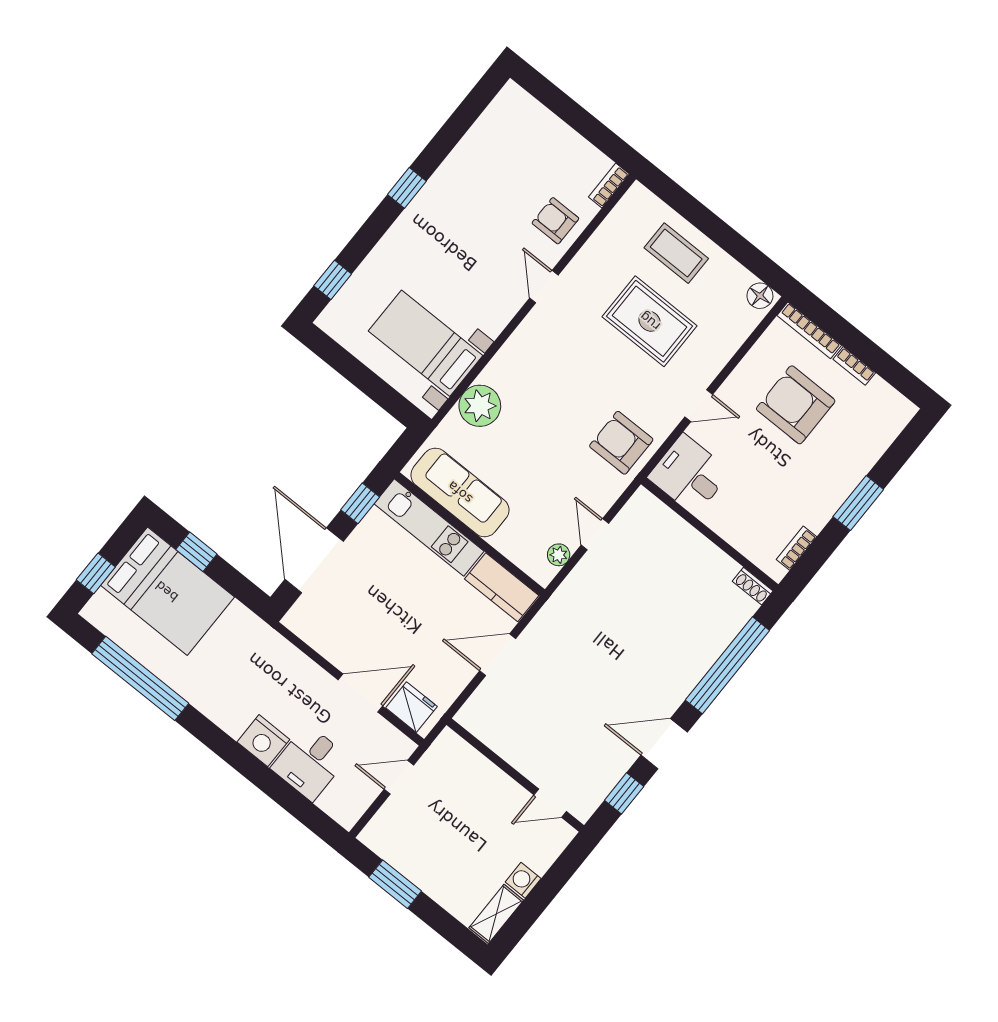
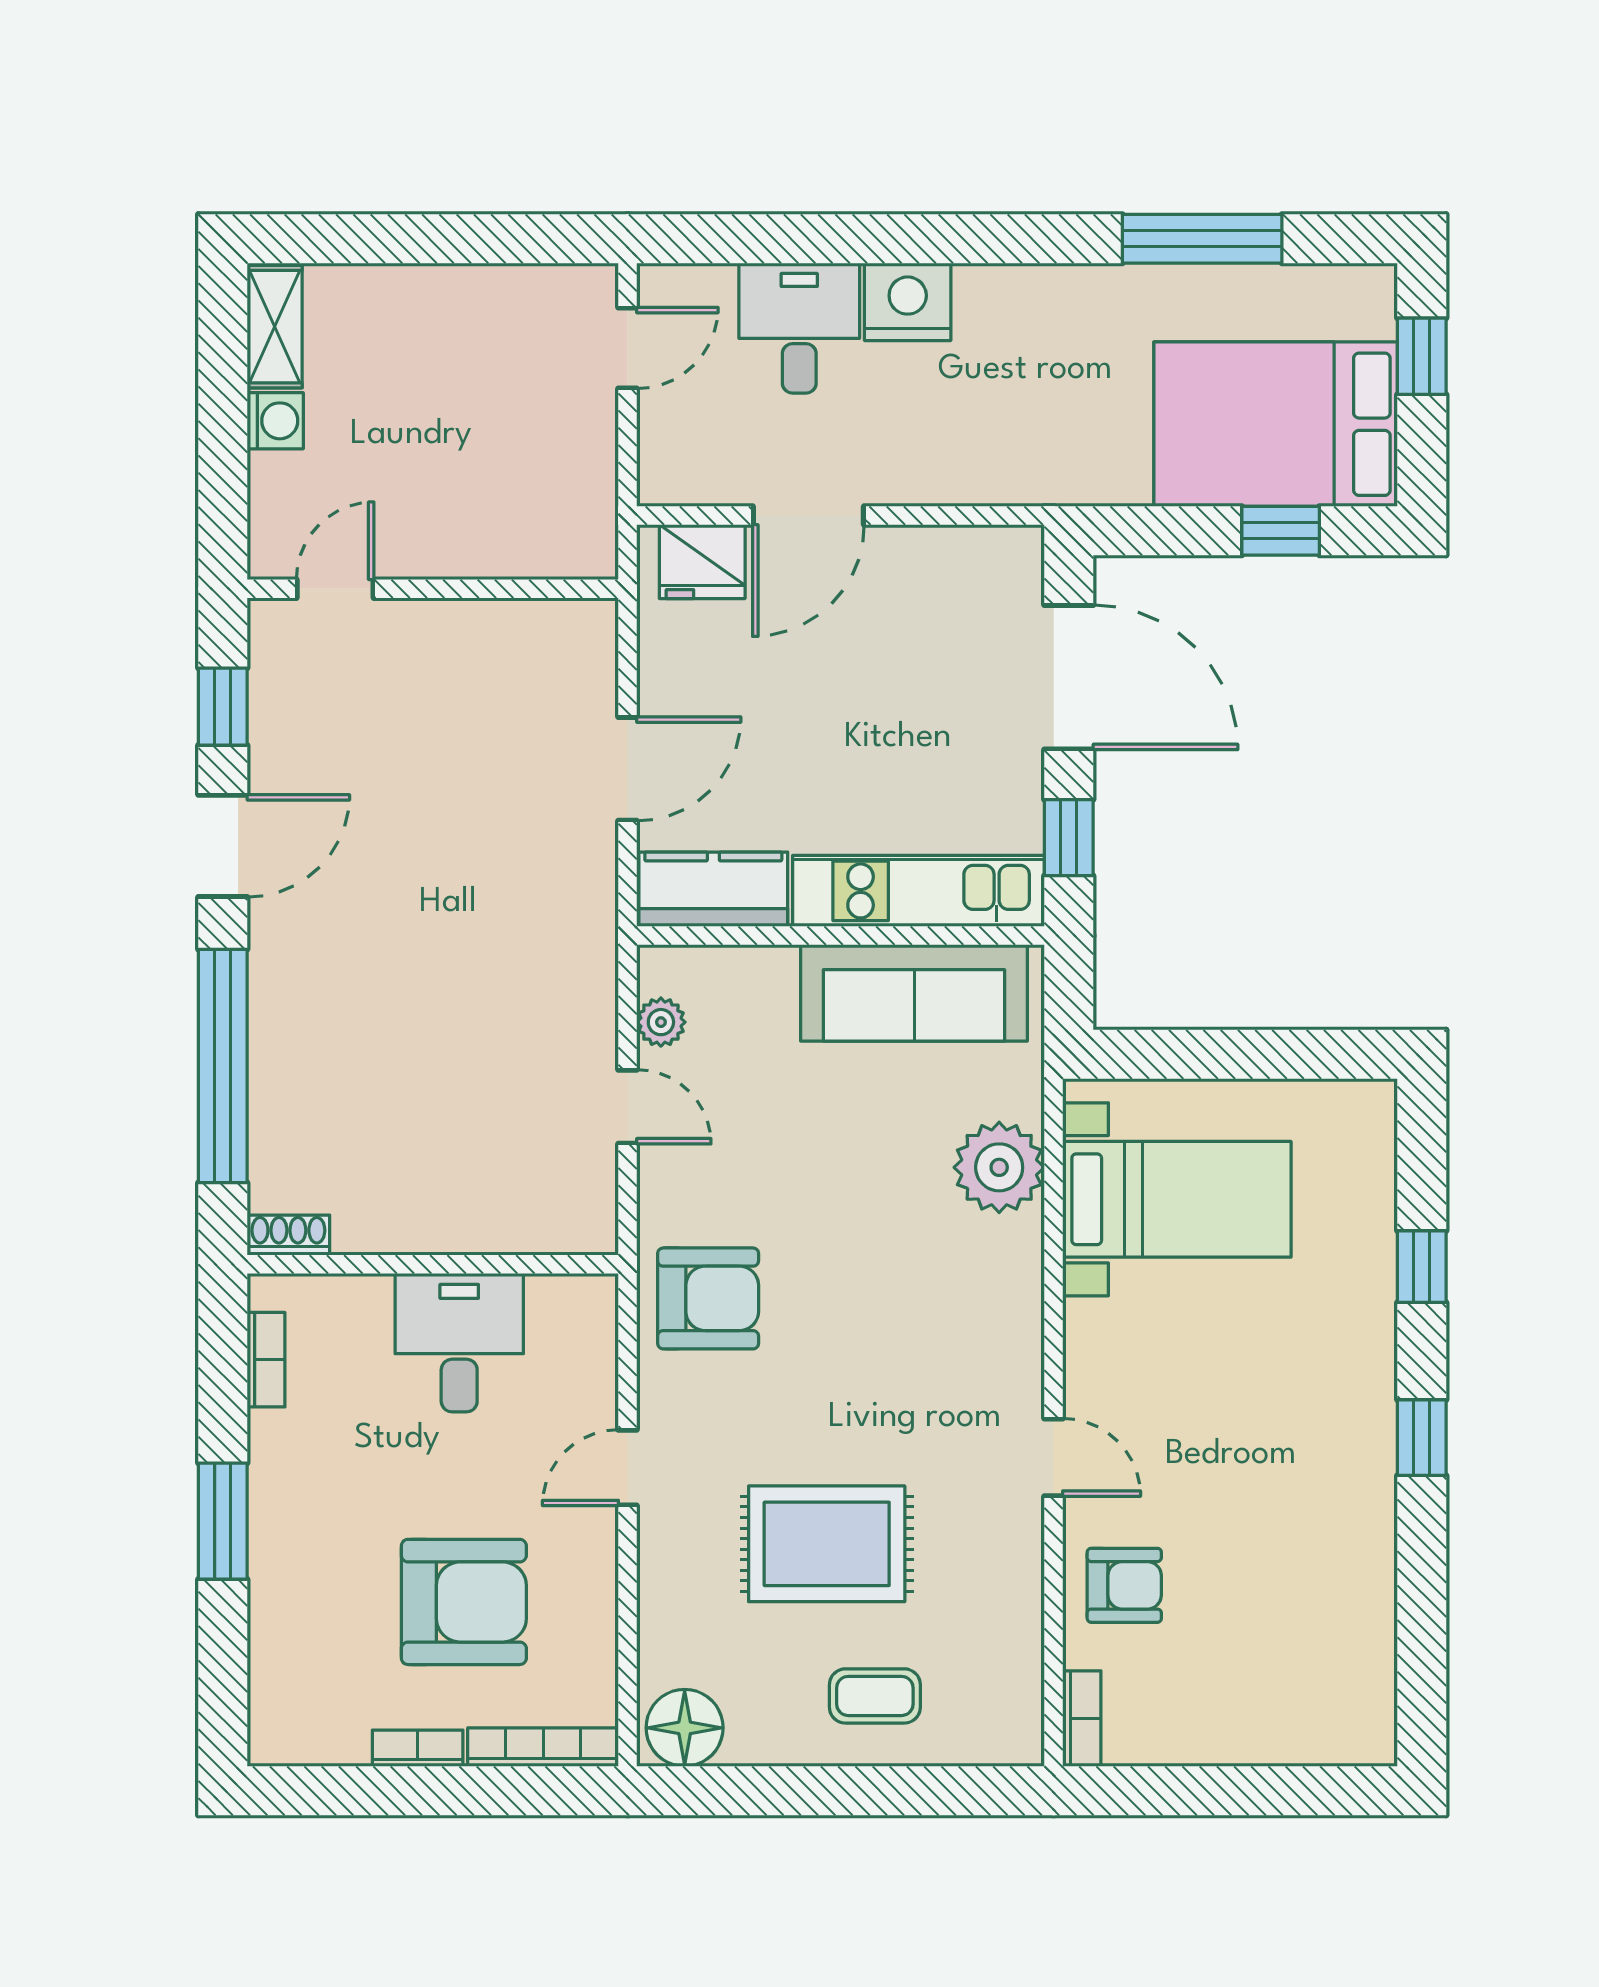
coffee table: (676, 253) -> (875, 1696), width x0.73, depth x0.77
window: (333, 280) -> (1422, 1267), moved
floor lamp: (760, 296) -> (685, 1728), width x1.38, depth x1.38
desk: (689, 475) -> (459, 1343), moved, turned -90
window: (140, 678) -> (1202, 239), width x0.68
door: (399, 777) -> (628, 348), moved
window: (395, 884) -> (487, 239), removed

